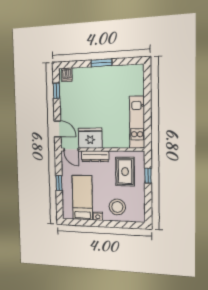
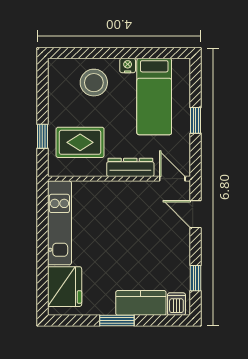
kitchen counter: (87, 74) -> (141, 303), added
fridge: (90, 138) -> (65, 287), moved, turned -90
rug: (125, 172) -> (80, 142), turned 90

